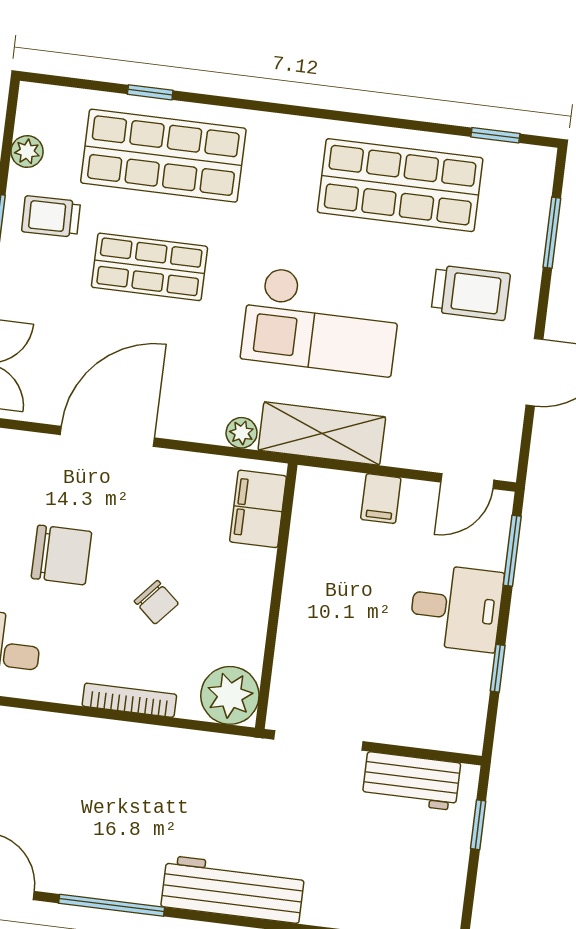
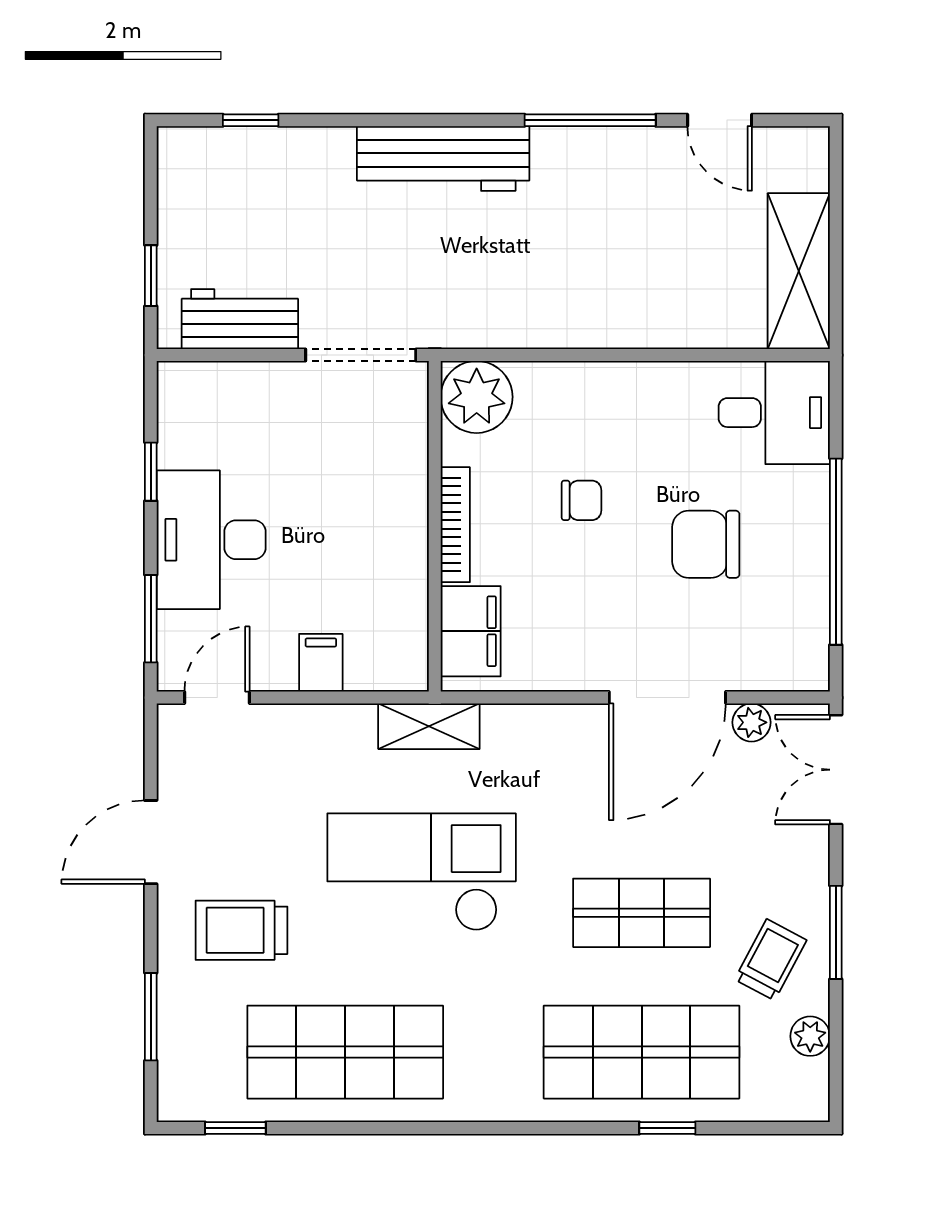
trolley: (51, 216) -> (771, 960), turned -61
plant: (242, 433) -> (752, 722), moved
shelving: (322, 434) -> (429, 726), width x0.67, depth x0.75
chair: (156, 602) -> (582, 500), turned 139
desk: (456, 608) -> (211, 540), width x1.37
bookcase: (129, 700) -> (455, 525), moved, turned -90

